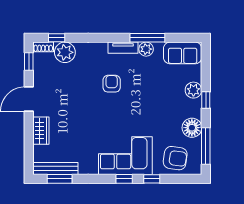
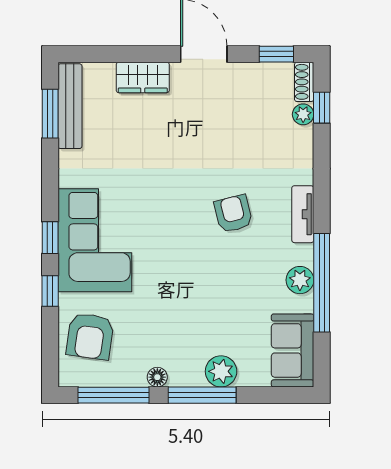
window: (147, 38) -> (322, 283), width x1.46
tv unit: (123, 48) -> (303, 214), moved
plant: (65, 52) -> (303, 114), width x0.53, depth x0.53
armchair: (112, 84) -> (233, 214), turned -104
window: (206, 100) -> (202, 395), width x2.17
floor lamp: (192, 128) -> (157, 377), width x0.53, depth x0.53

